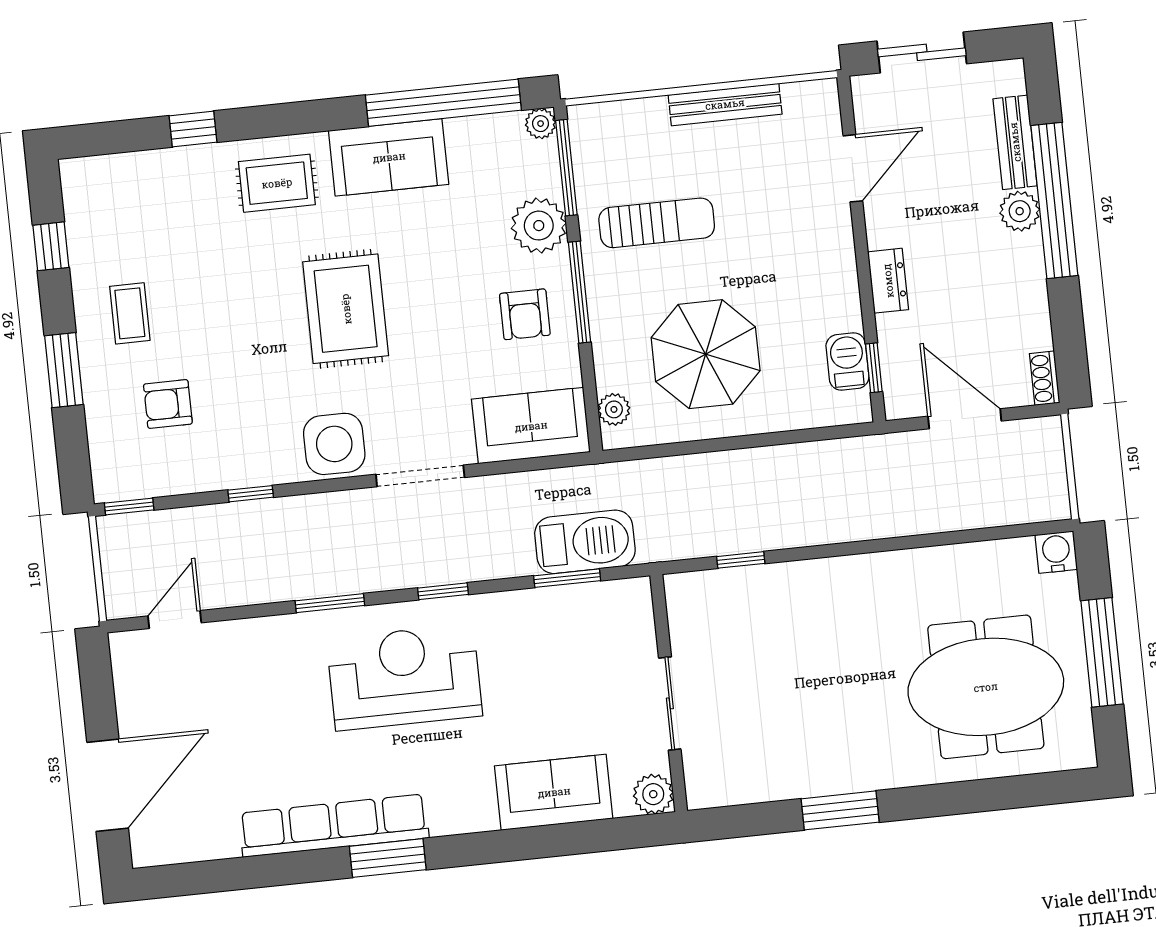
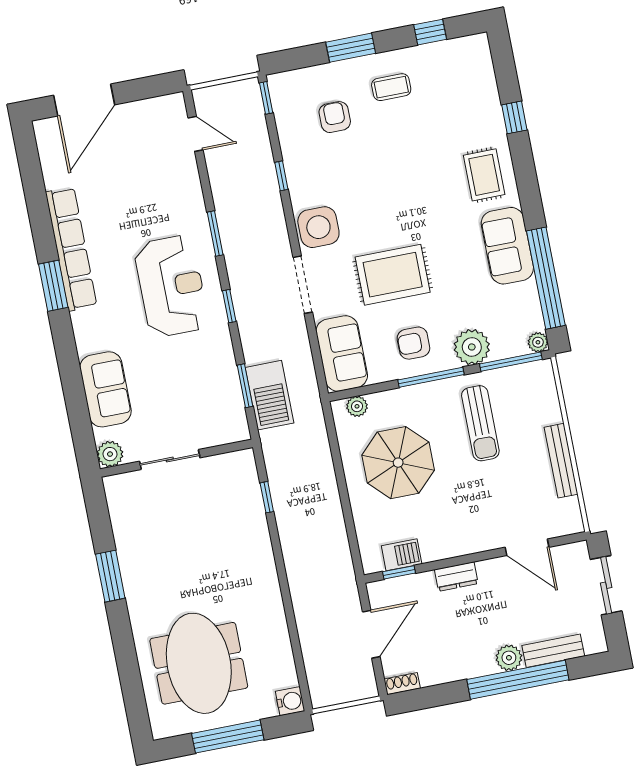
rug: (346, 309) -> (393, 275), moved
door: (108, 785) -> (84, 100), hinge flipped

